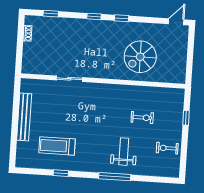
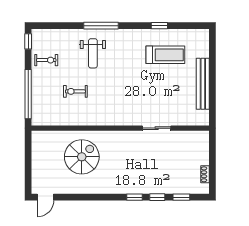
window: (121, 18) -> (157, 197), moved
window: (186, 118) -> (28, 94), width x3.17
window: (183, 167) -> (28, 41), added

